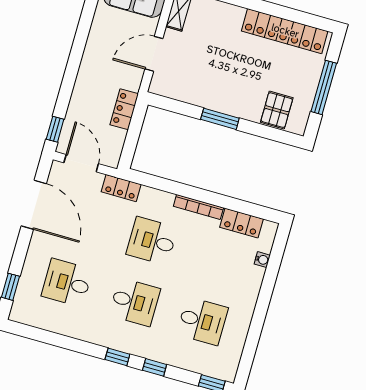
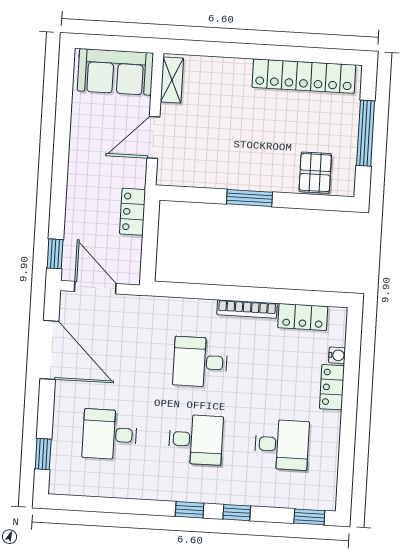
locker: (121, 188) -> (332, 387), moved, turned 90

